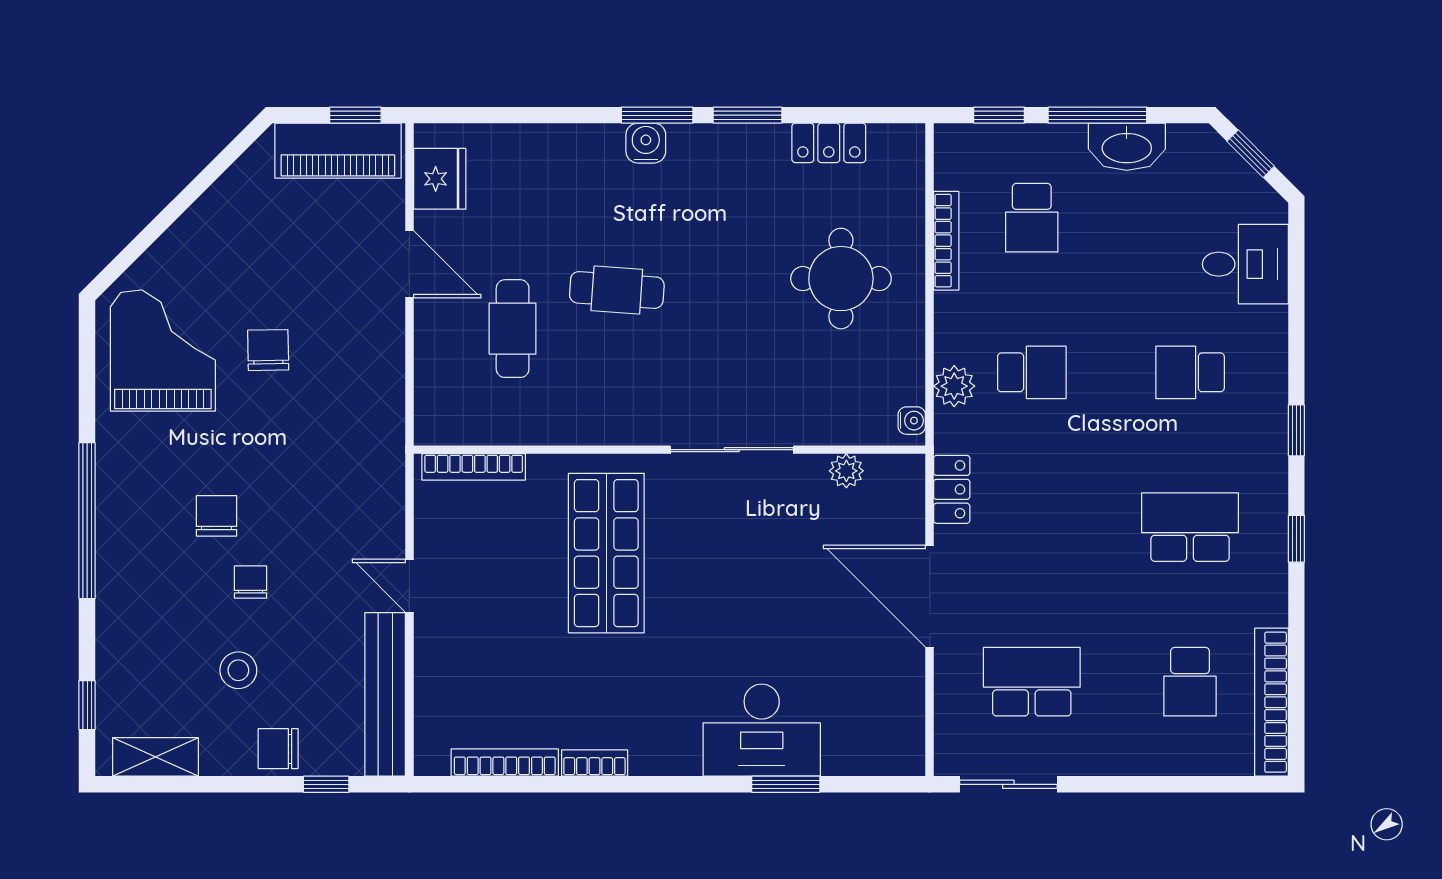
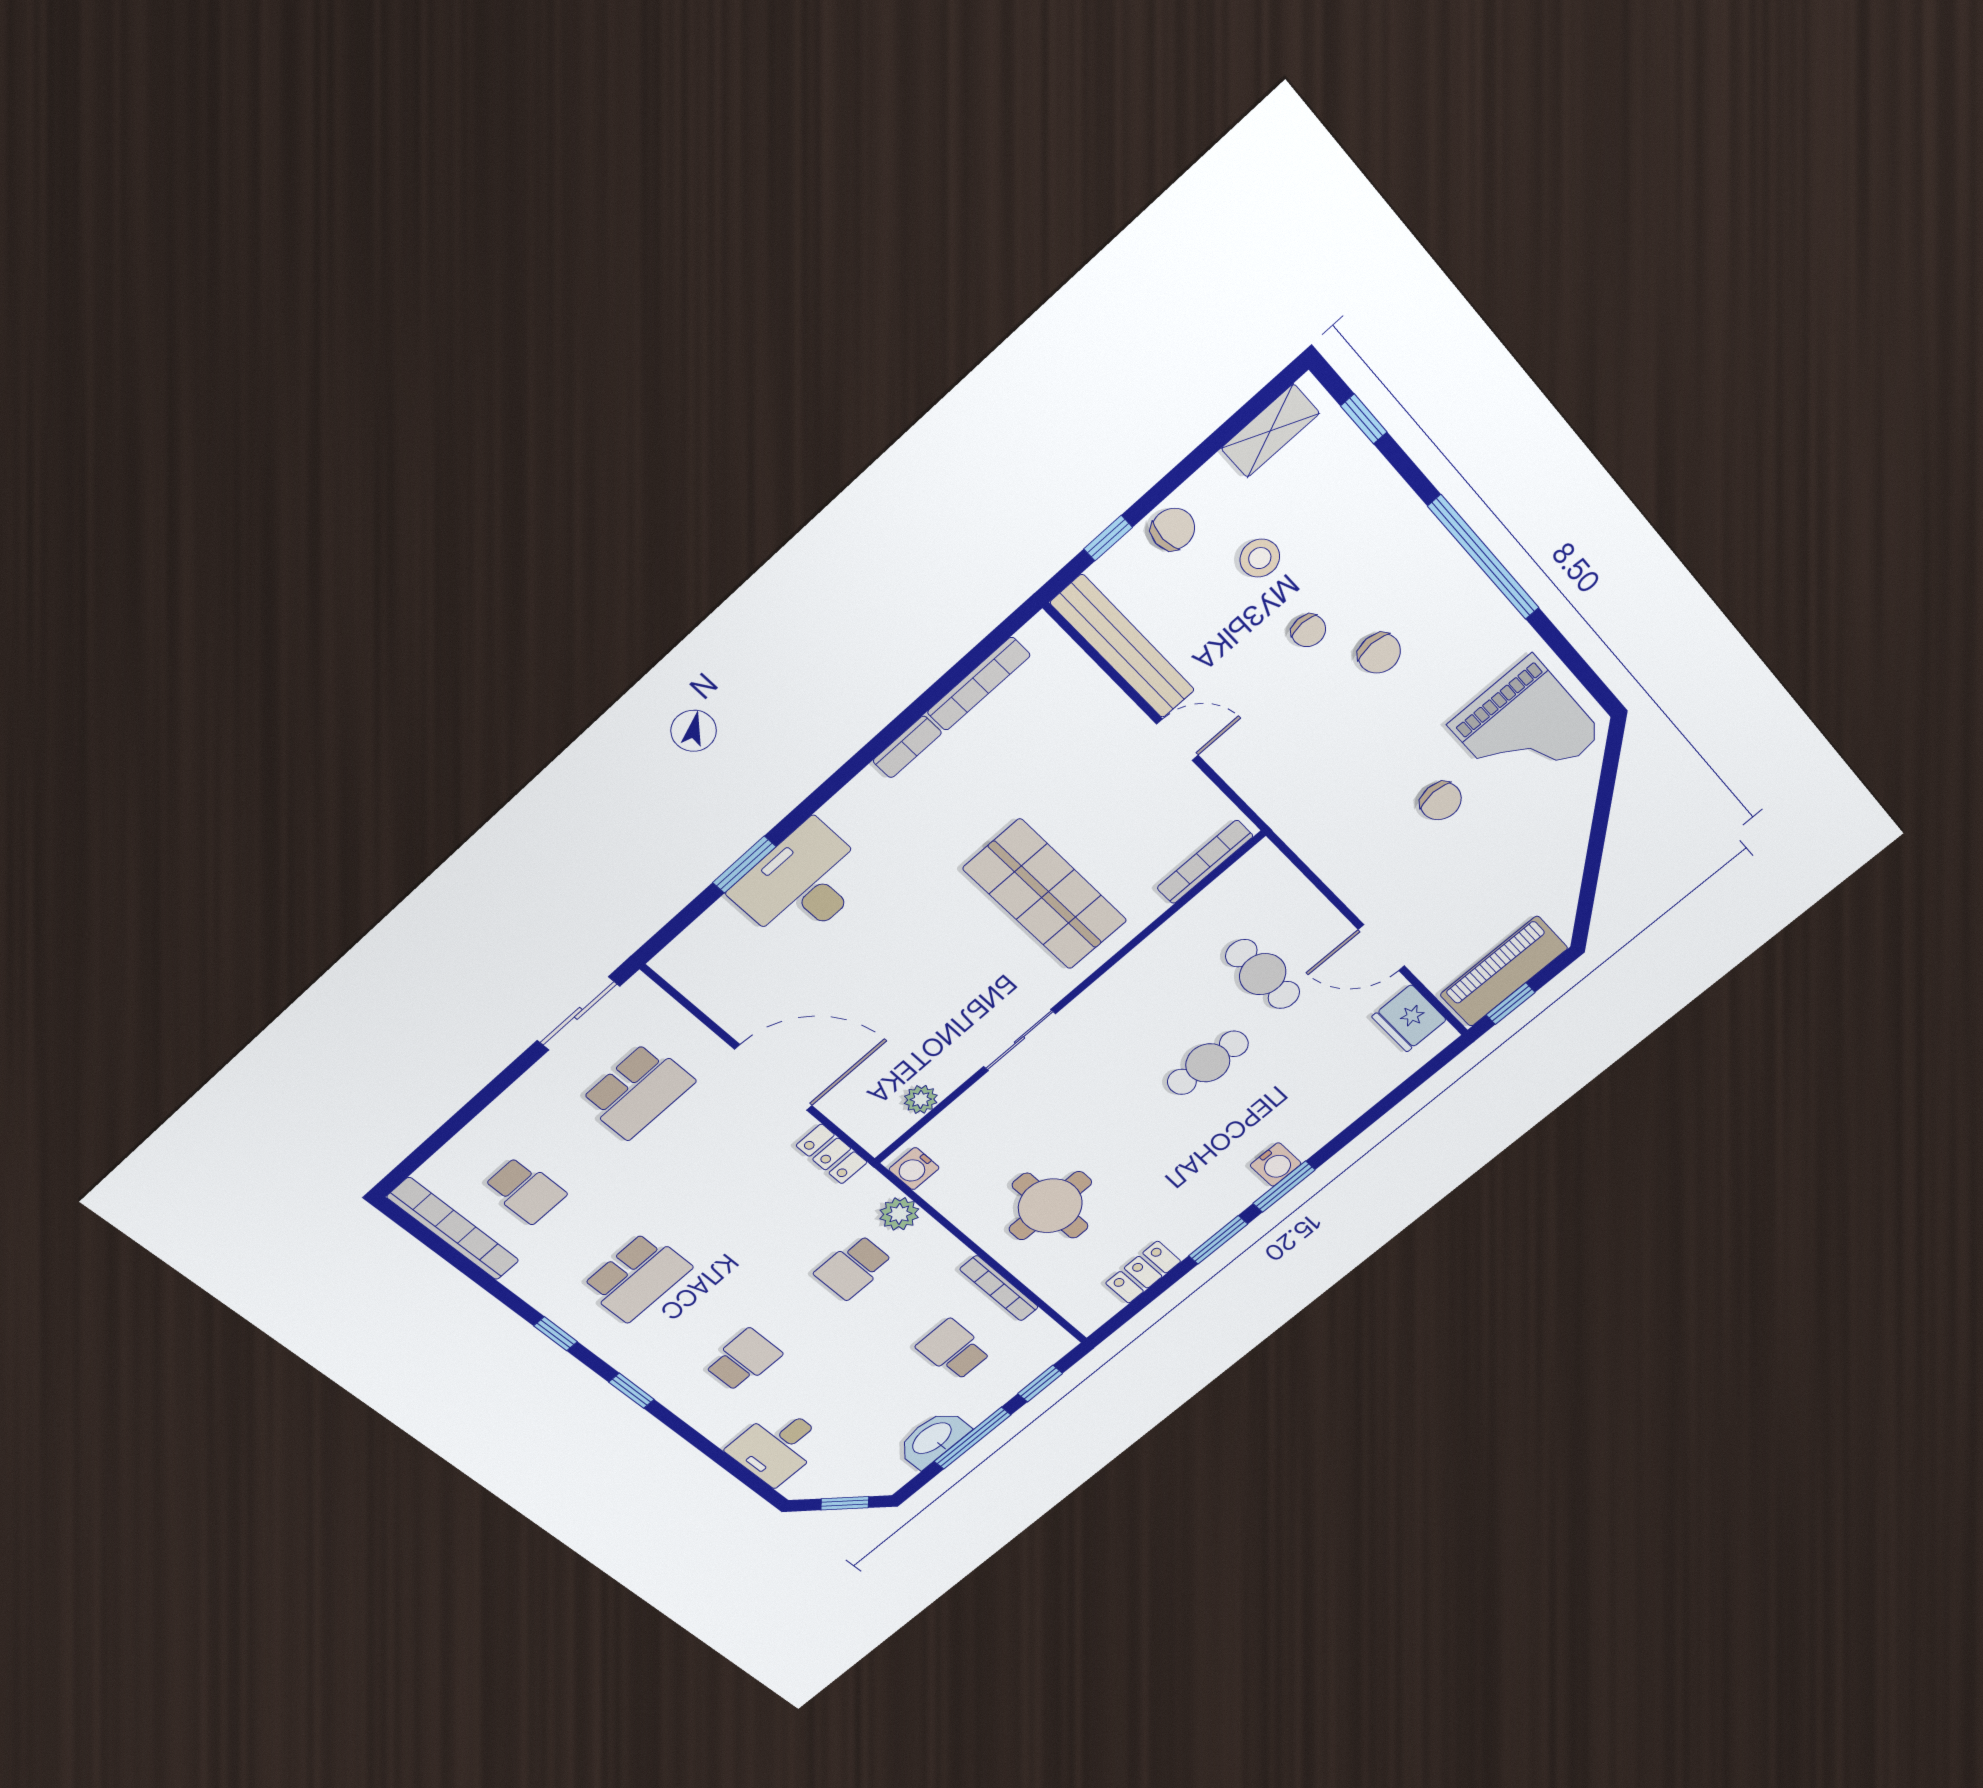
water cooler: (912, 421) -> (914, 1169), width x1.38, depth x1.38
sliding door: (732, 450) -> (1019, 1040), width x0.73
school desk: (1190, 682) -> (525, 1190), turned 180

